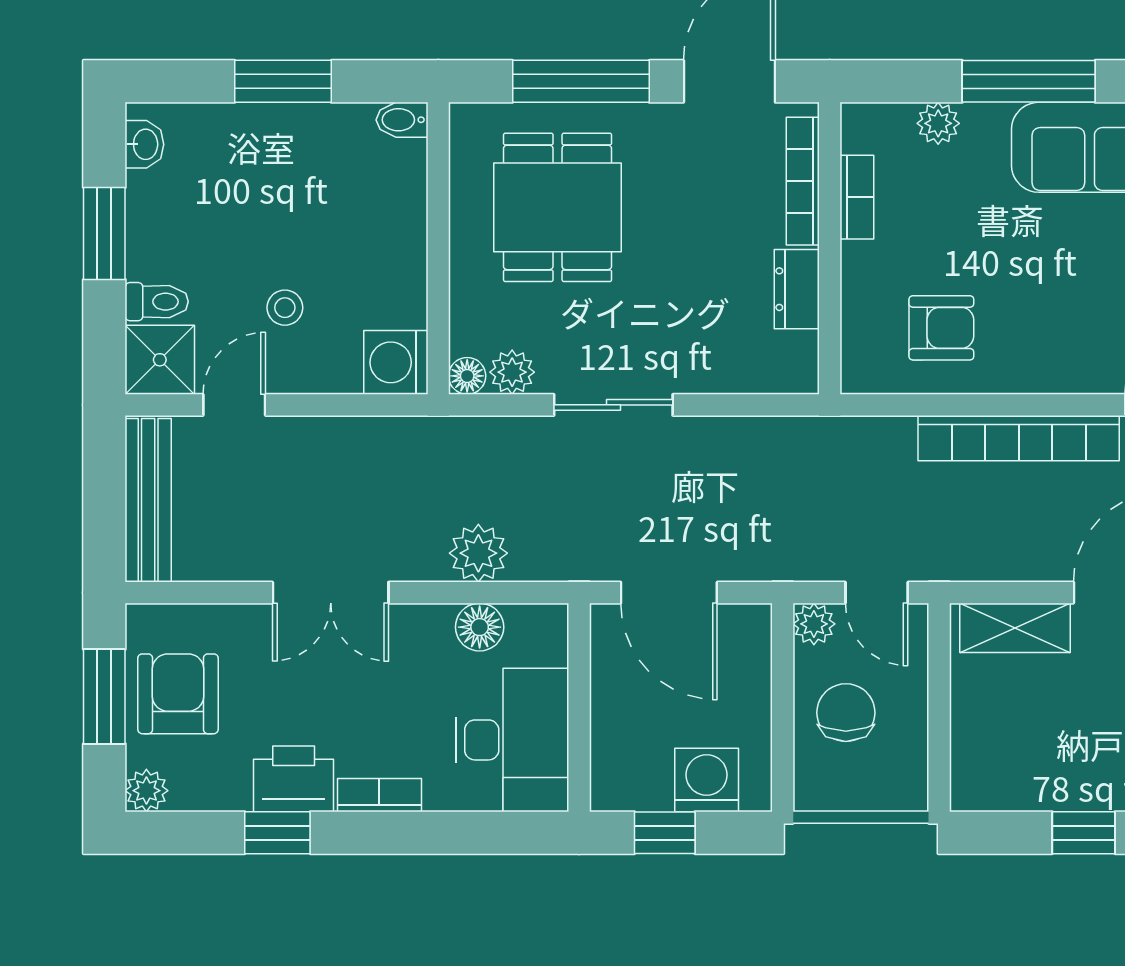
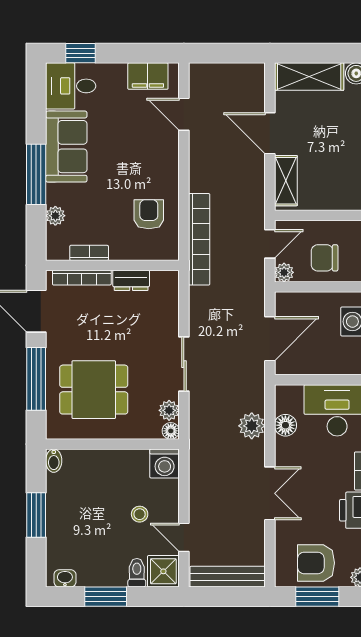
bookcase: (1019, 438) -> (199, 239), moved

